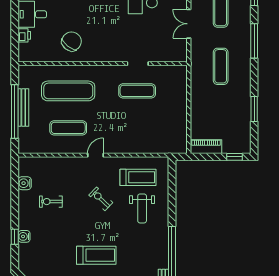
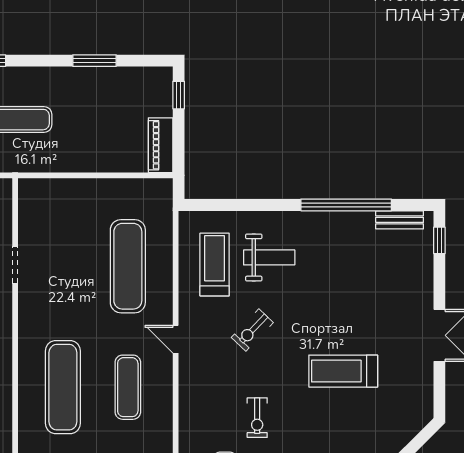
exercise mat: (137, 91) -> (128, 266), moved, width x1.36, depth x1.45
treadmill: (96, 255) -> (343, 371), moved, turned -90

